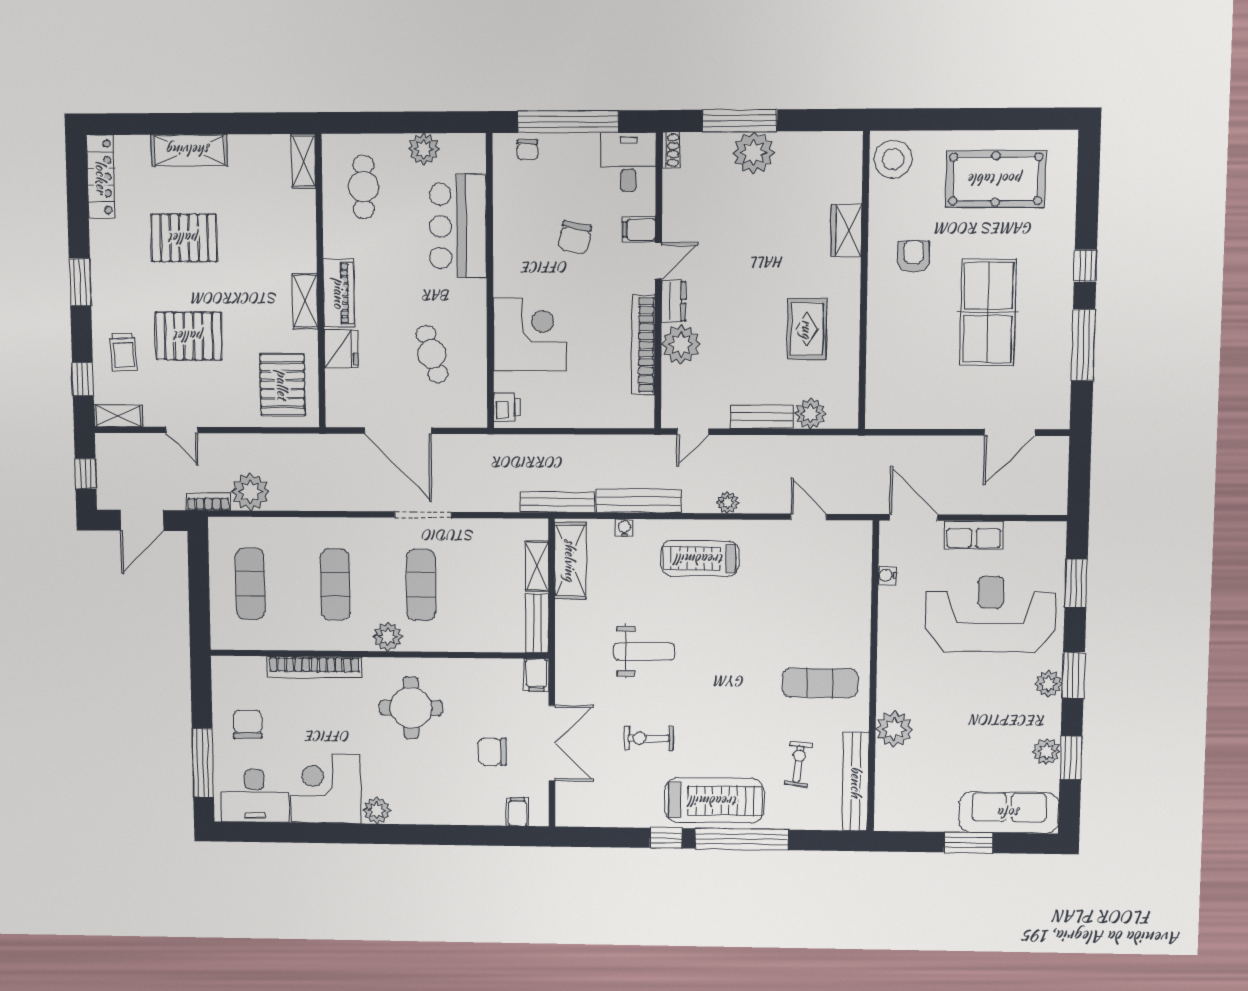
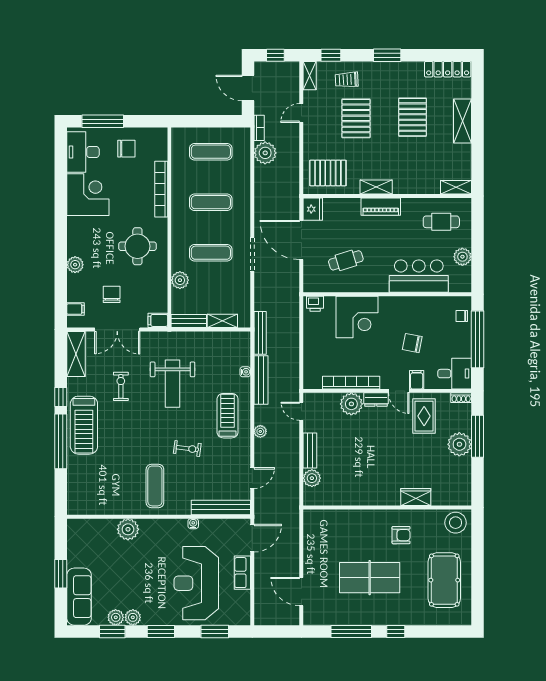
rug: (807, 329) -> (424, 416), moved, turned 90
fridge: (341, 349) -> (313, 209), moved, turned -90
door: (398, 431) -> (301, 240), hinge flipped
shelving: (570, 560) -> (76, 354), moved, turned 90
water cooler: (887, 575) -> (193, 524), moved
reception desk: (990, 614) -> (196, 583), turned 180
plant: (388, 637) -> (180, 280), moved
weight bench: (644, 651) -> (173, 384), width x1.36, depth x1.33
plant: (1048, 684) -> (133, 617), moved
exercise bike: (799, 764) -> (187, 448), moved
bench: (856, 782) -> (221, 507), moved
plant: (377, 810) -> (75, 265), moved

